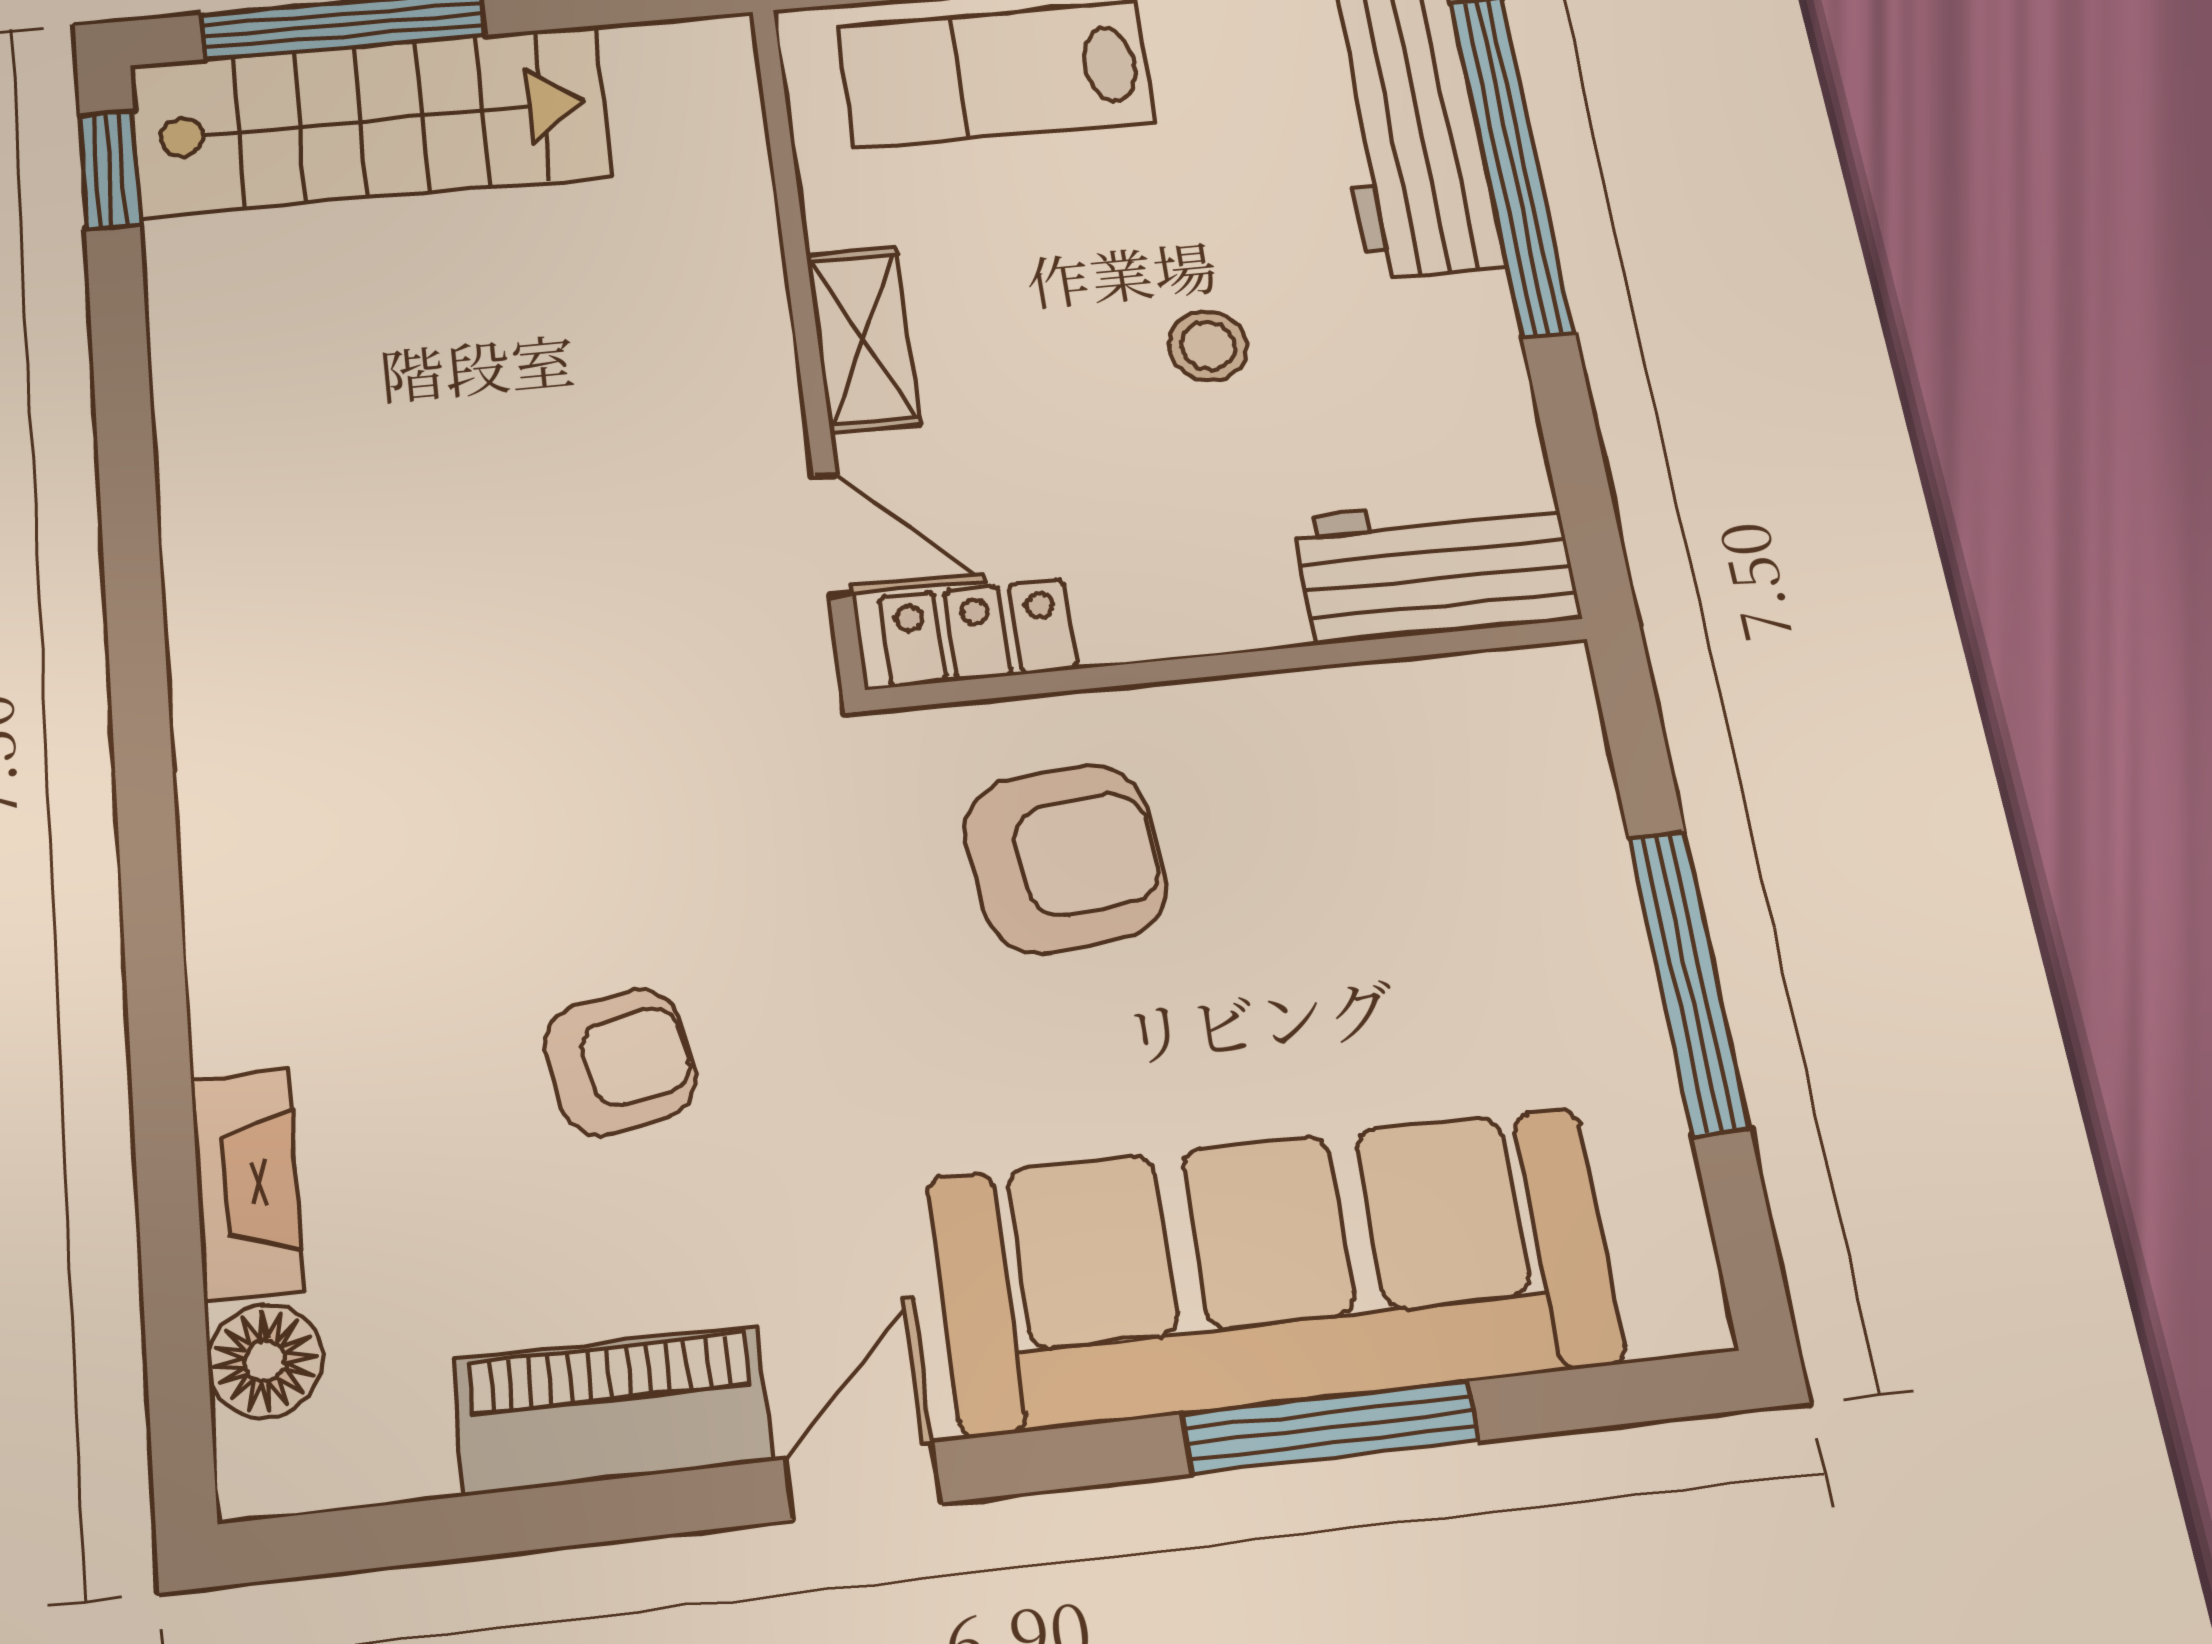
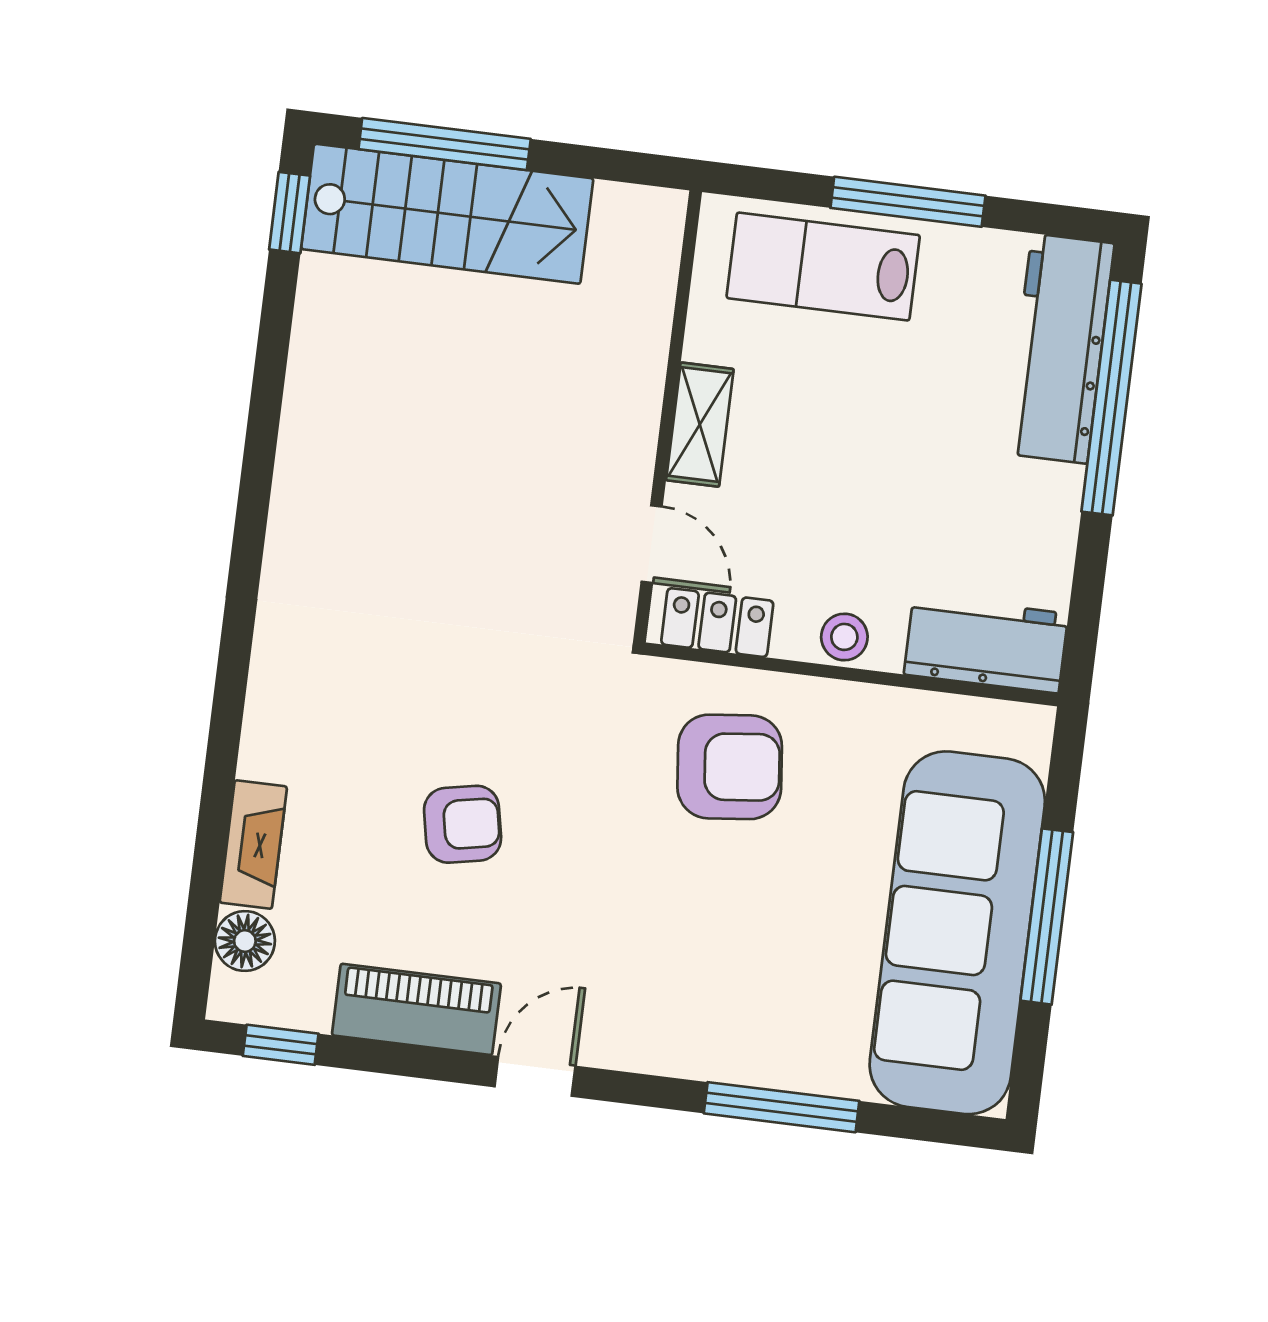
stool: (1208, 346) -> (844, 637), moved
sofa: (1274, 1270) -> (957, 933), moved, turned -90
window: (371, 1538) -> (281, 1045), added

